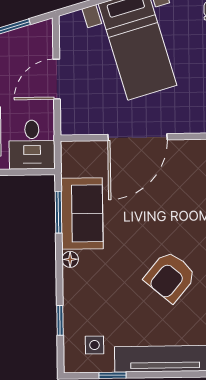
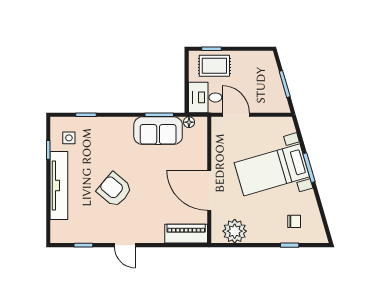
door: (57, 79) -> (236, 115), moved
door: (138, 137) -> (209, 190), moved
floor lamp: (70, 259) -> (189, 122), moved

